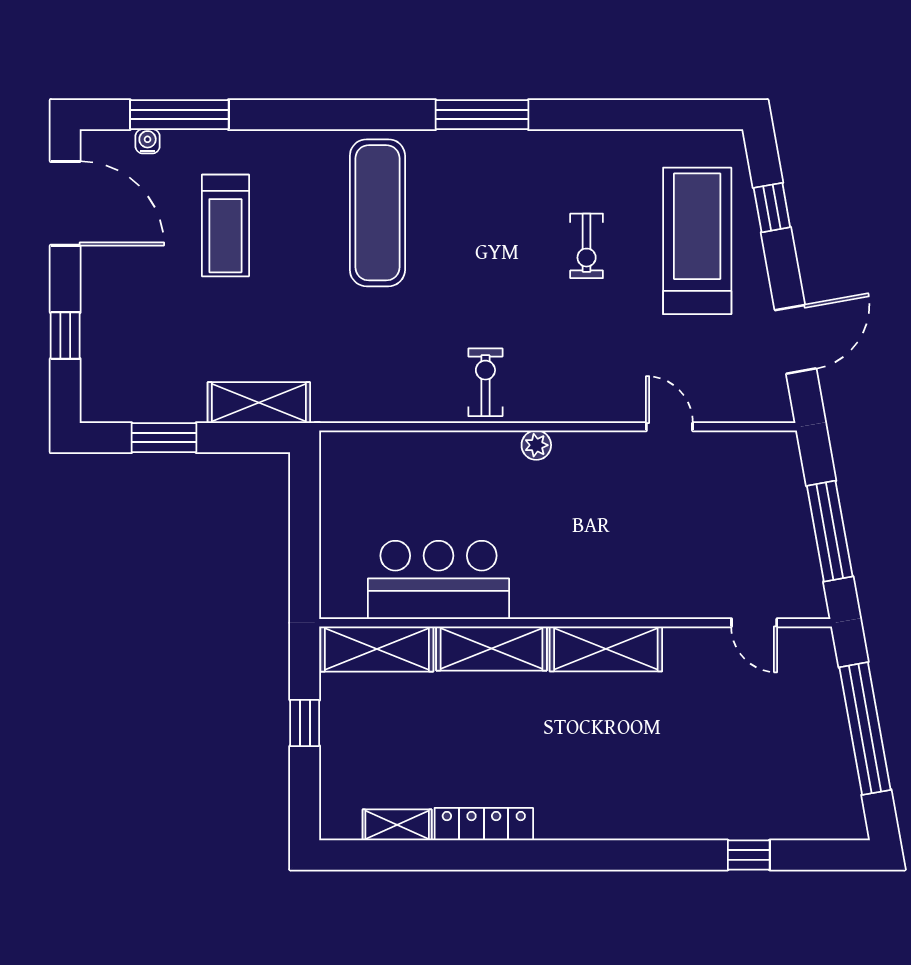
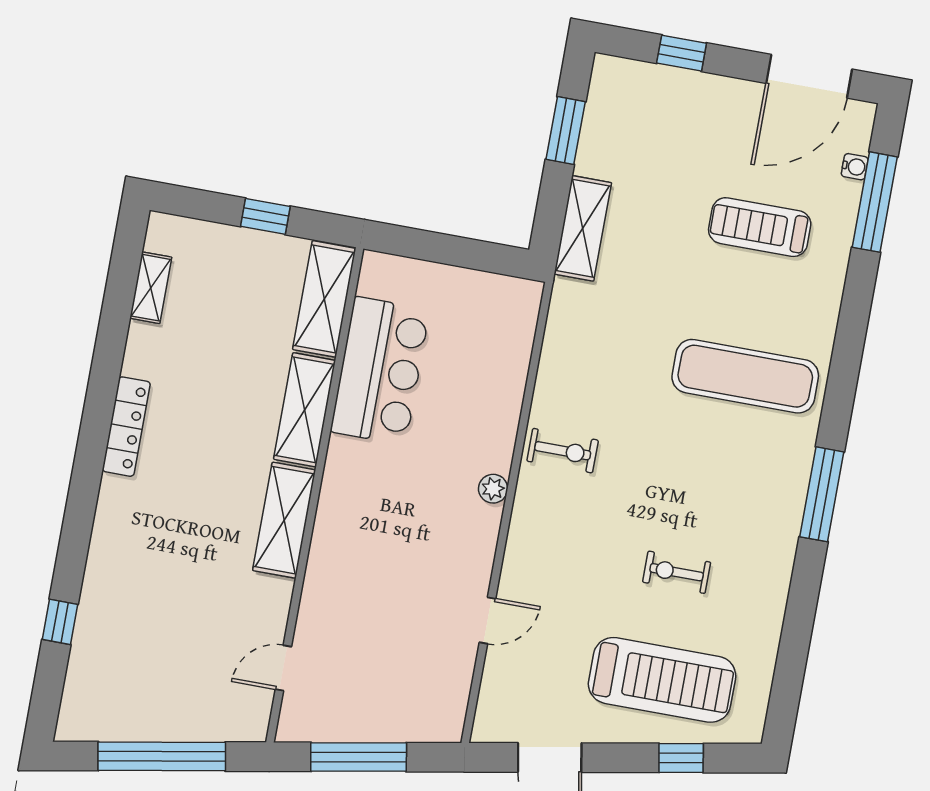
locker: (484, 824) -> (126, 427), moved

